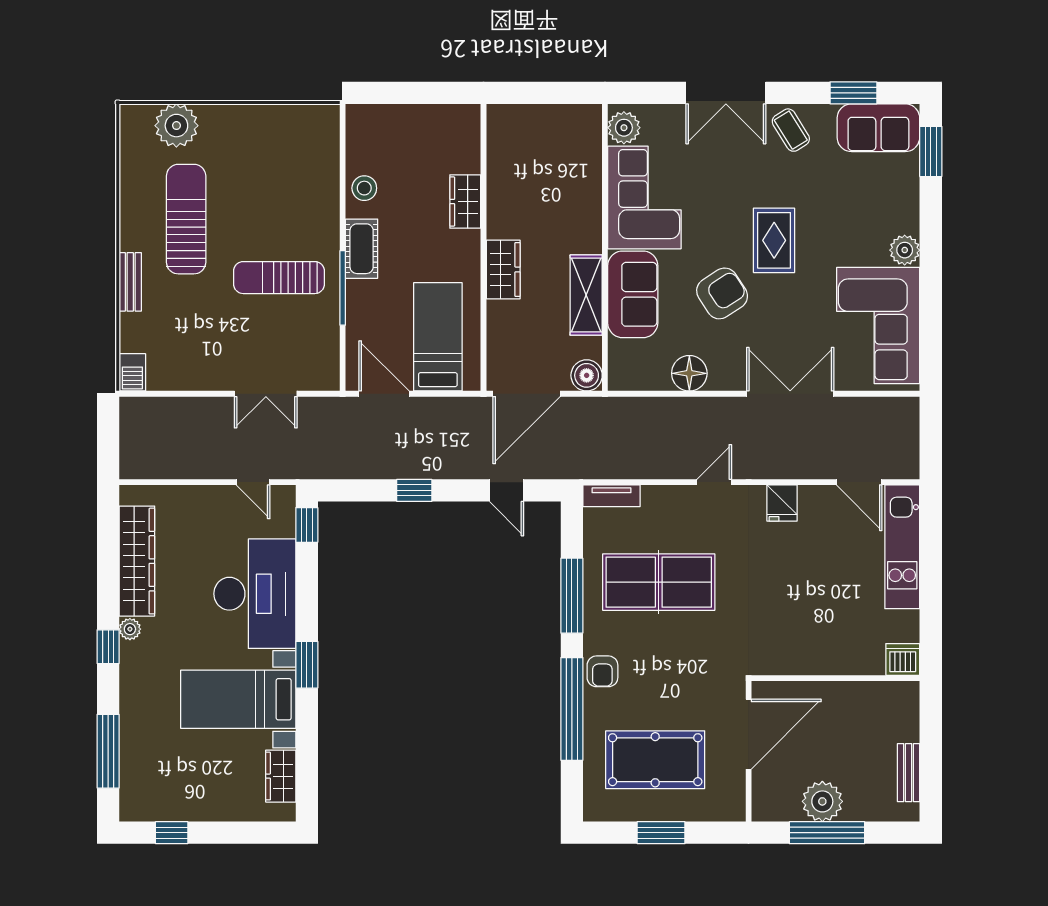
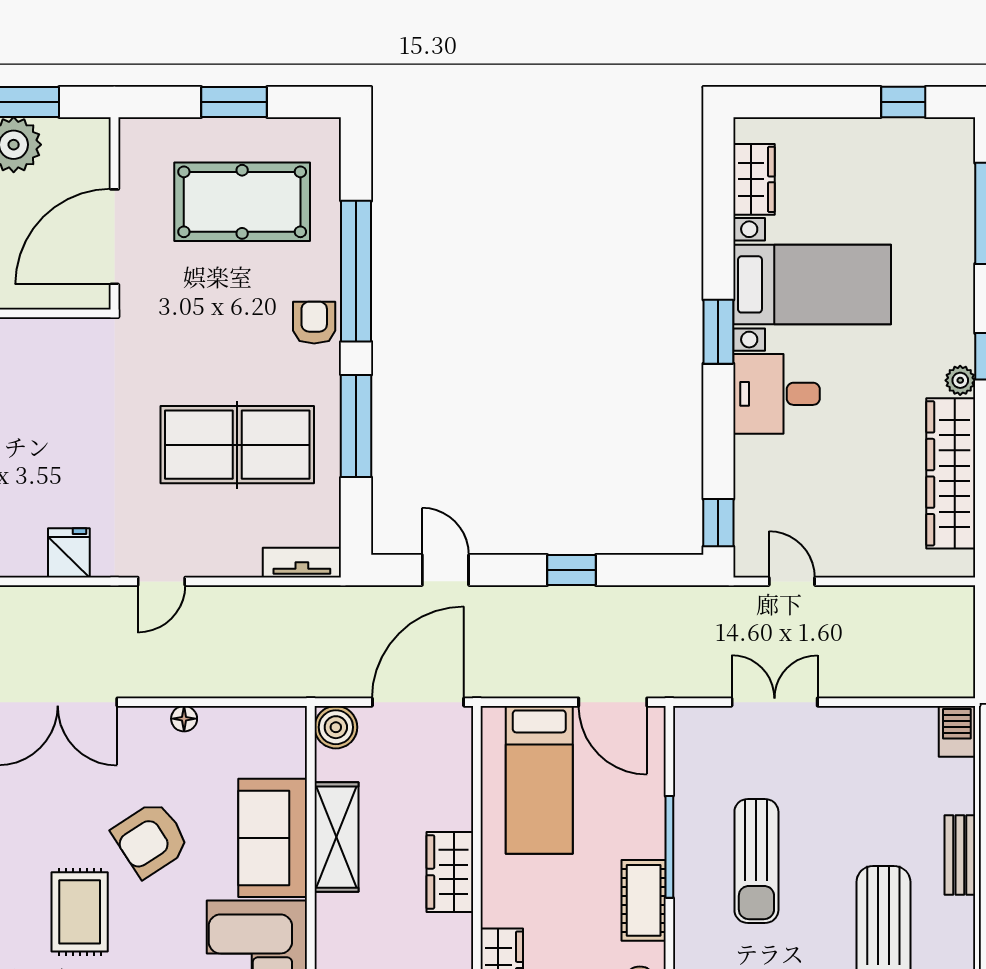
sun lounger: (279, 278) -> (756, 861), turned 90
floor lamp: (689, 373) -> (184, 719), width x0.53, depth x0.53
desk: (255, 594) -> (777, 394), width x0.53, depth x0.77

